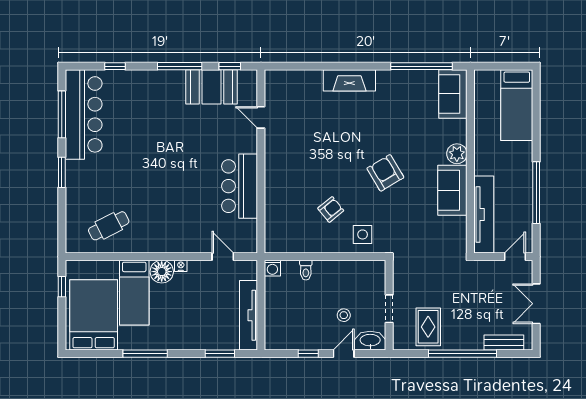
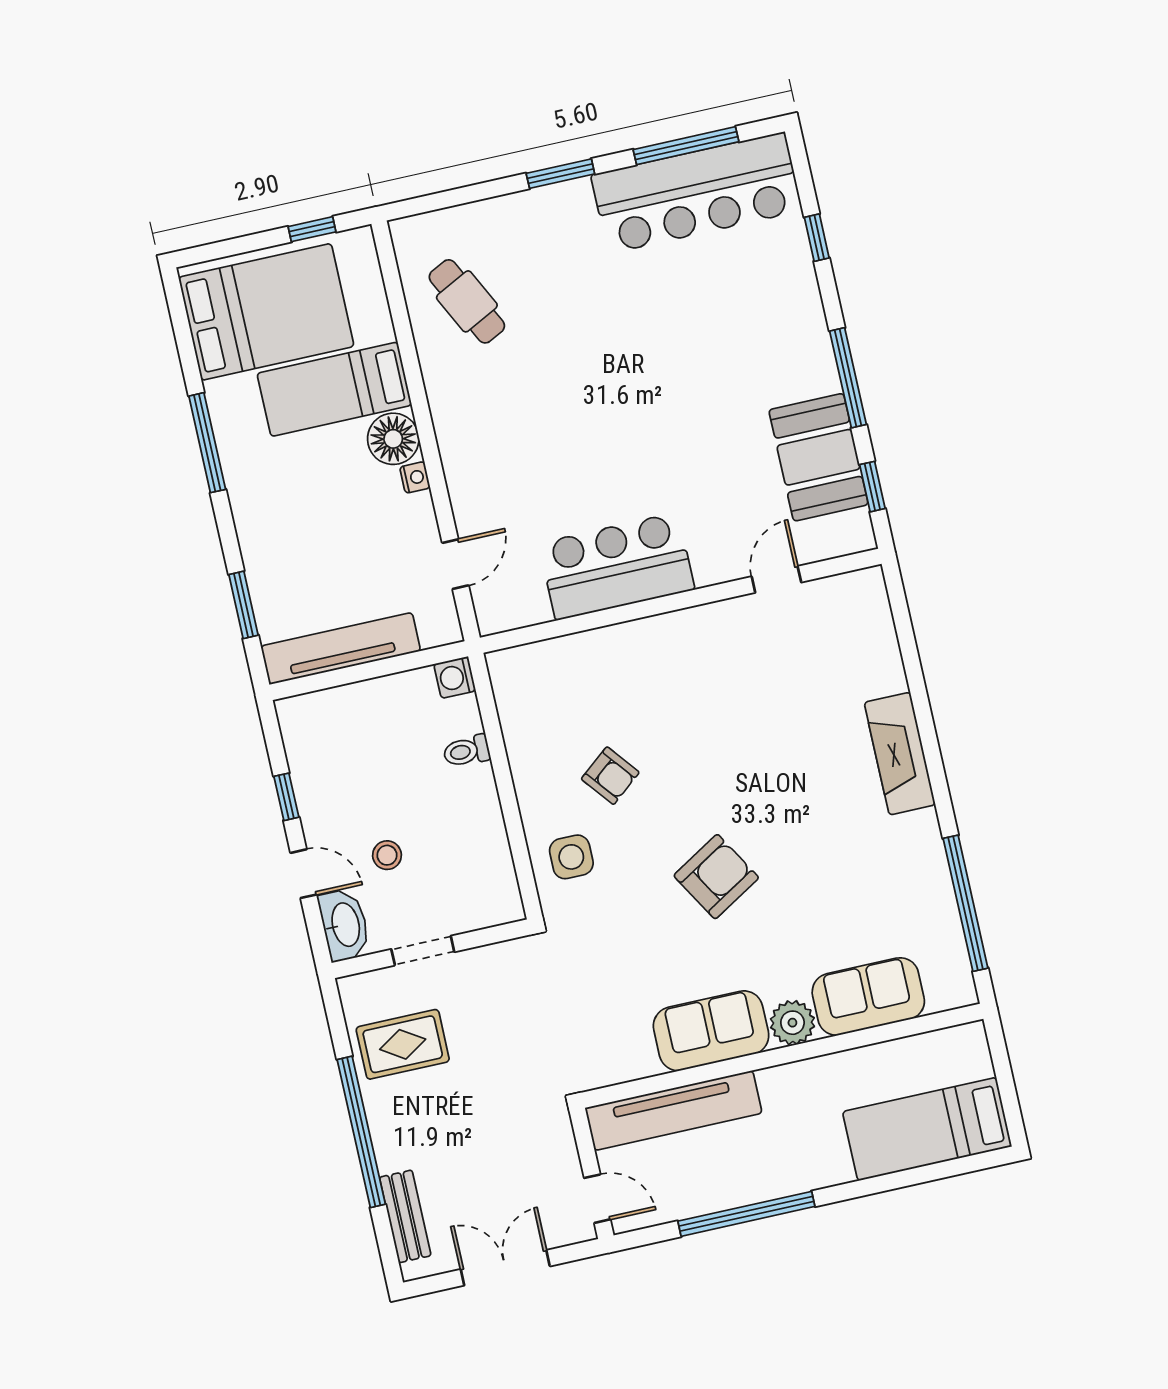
sofa: (453, 94) -> (868, 997), moved

